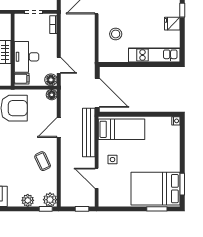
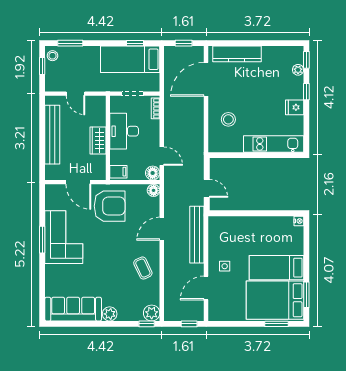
desk: (27, 57) -> (124, 131), moved
door: (97, 93) -> (207, 188), width x0.53
bed: (122, 129) -> (276, 268), moved, turned 180
door: (97, 178) -> (206, 288), hinge flipped
plant: (28, 200) -> (110, 314), moved

